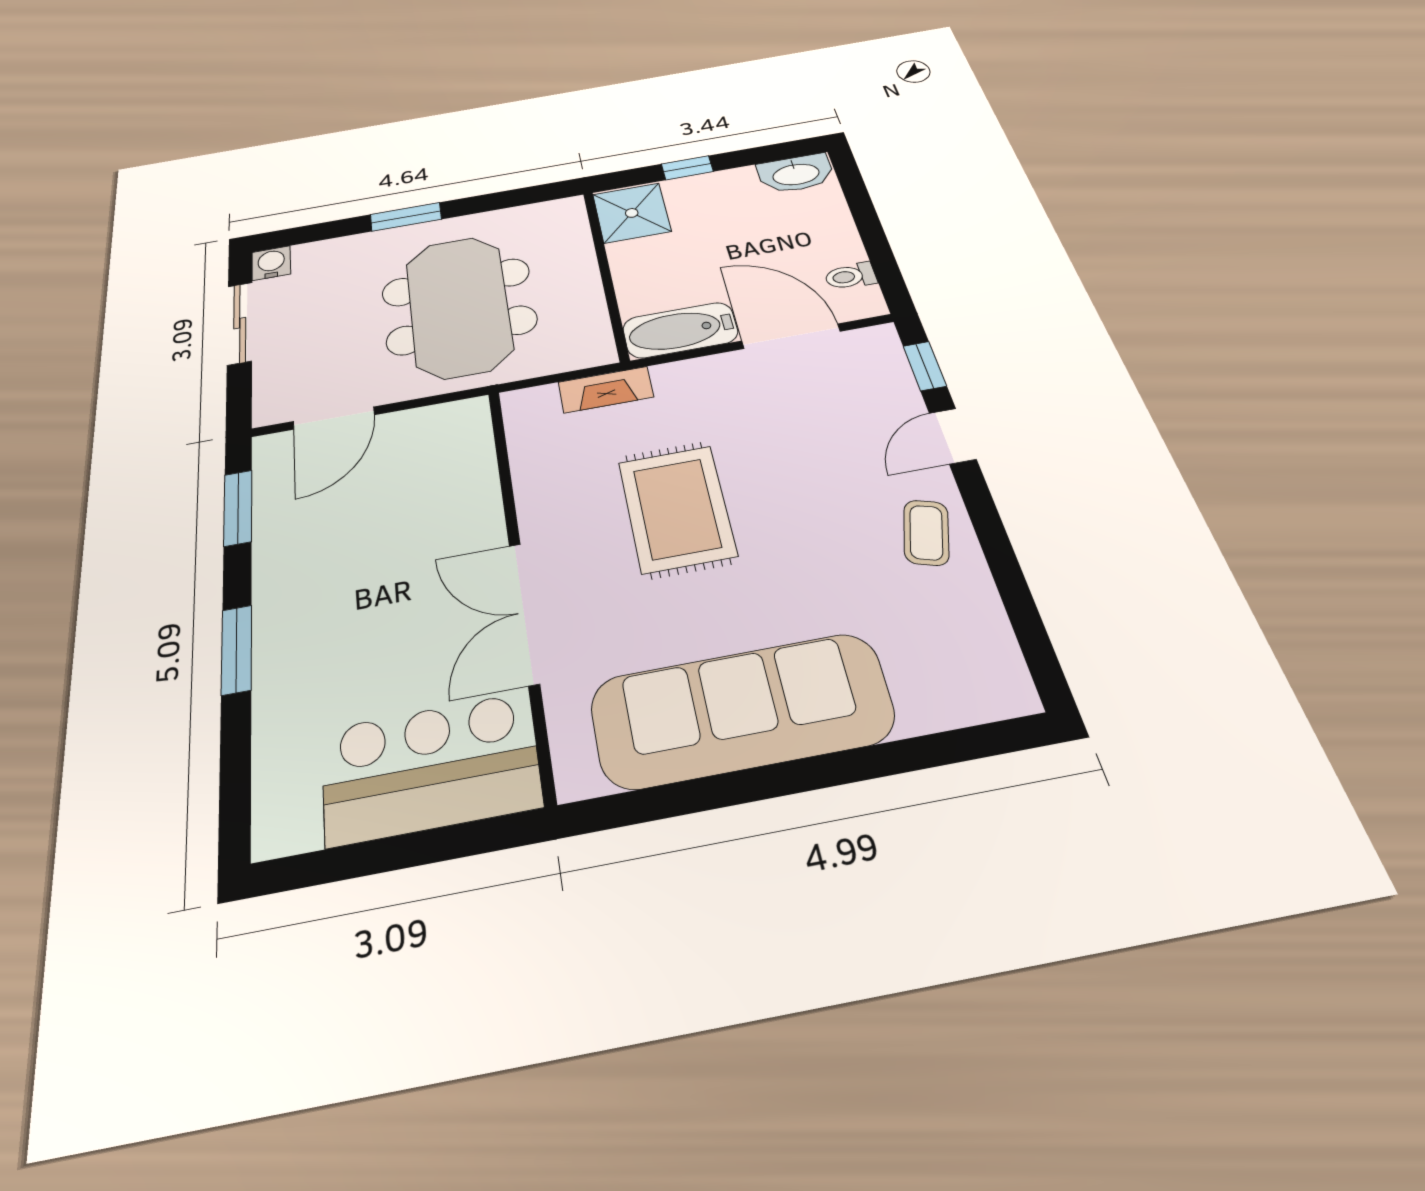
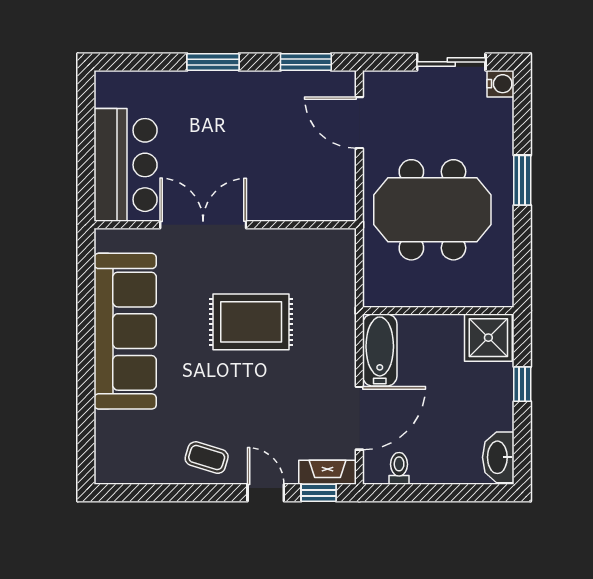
fireplace: (606, 390) -> (328, 472), moved, turned 90

